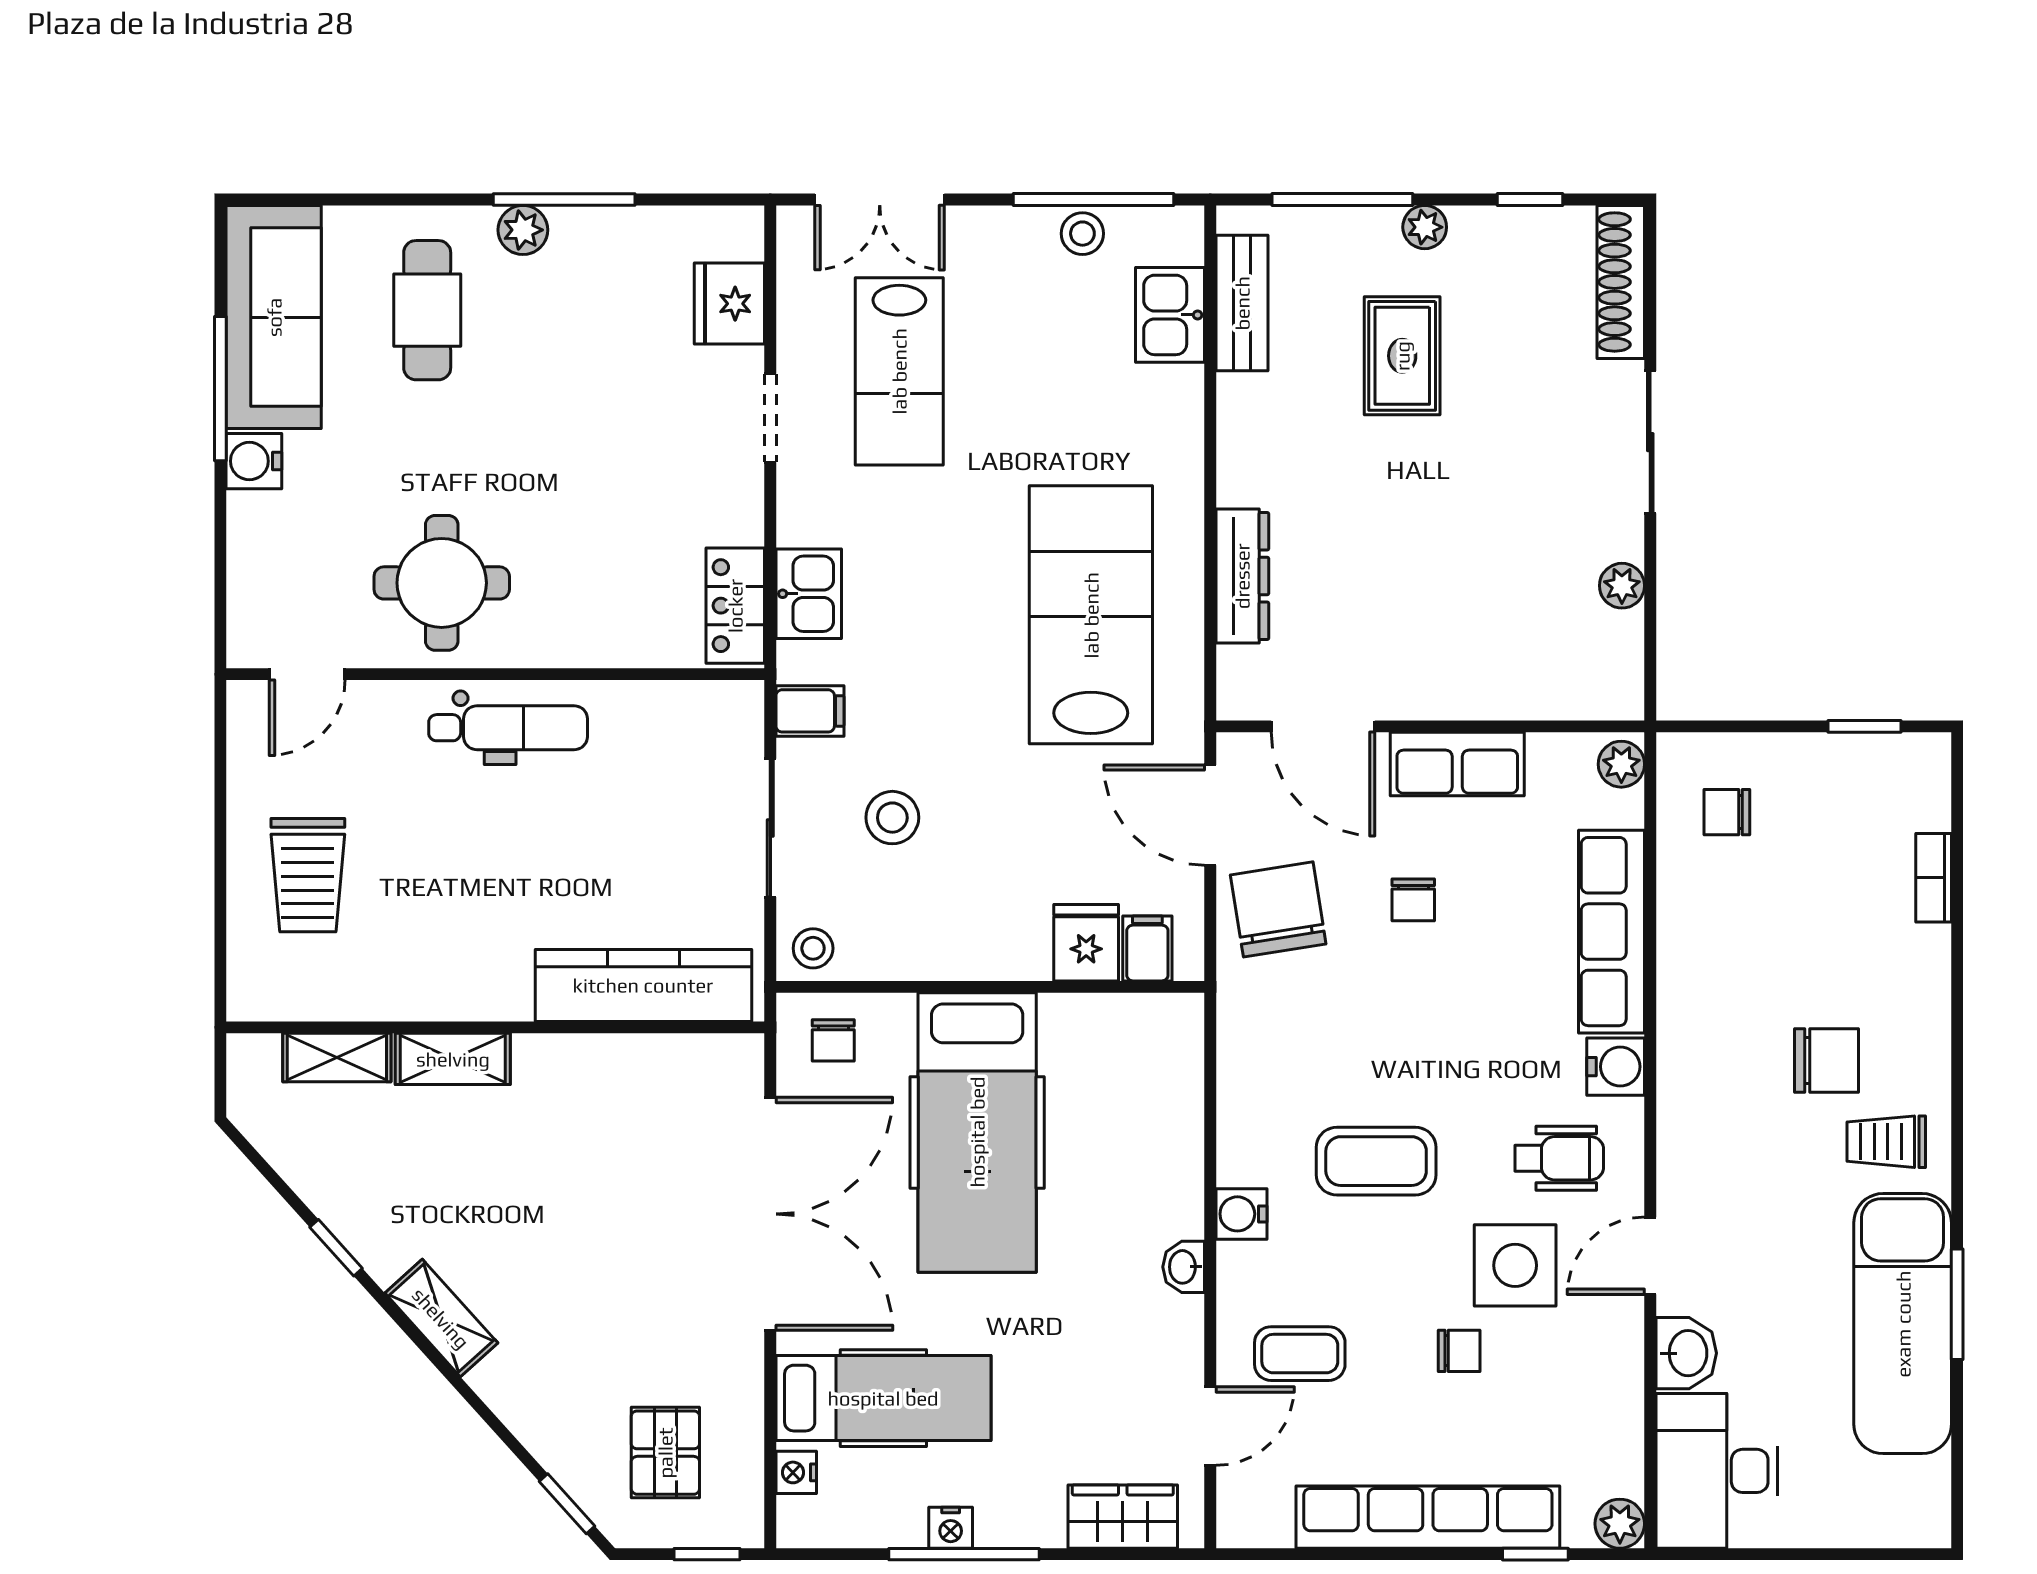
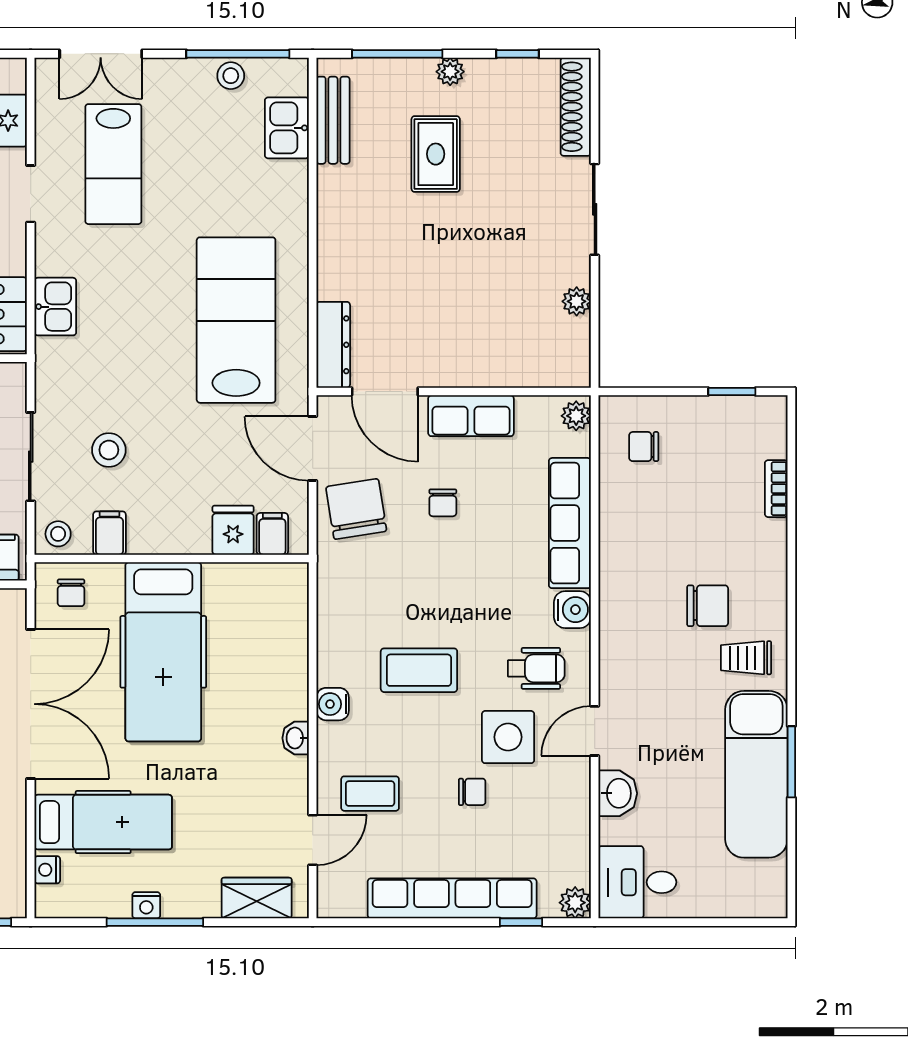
dresser: (1242, 576) -> (333, 345), moved
filing cabinet: (810, 711) -> (109, 533), moved, turned -90
desk: (1717, 1471) -> (637, 882), width x0.73

